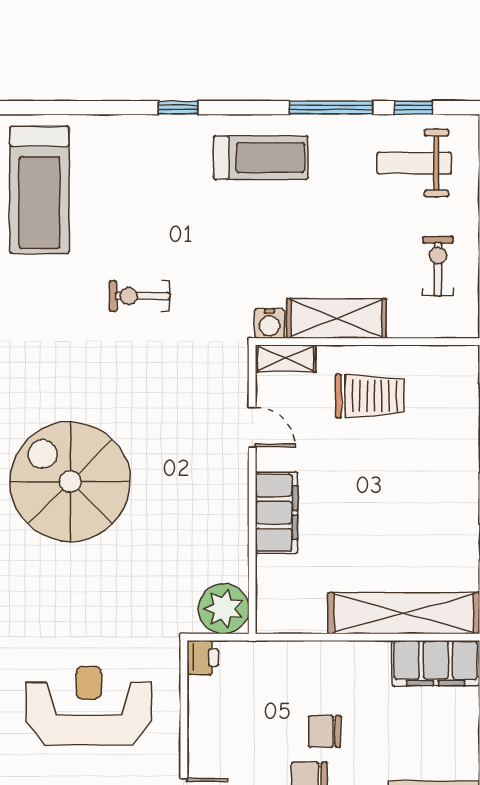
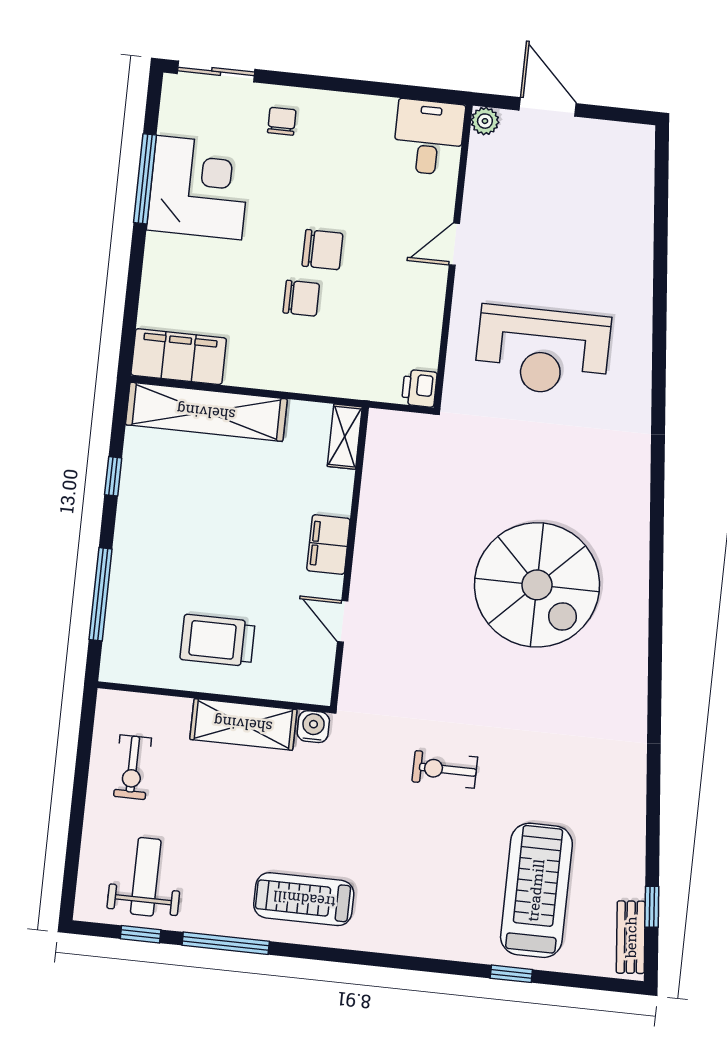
window: (178, 108) -> (511, 974), moved
weight bench: (414, 163) -> (146, 877), turned -90
exercise bike: (139, 296) -> (445, 769), turned 180
shelving: (286, 358) -> (345, 437), moved, turned 90
filing cabinet: (277, 513) -> (328, 545), width x0.67, depth x0.86
plant: (224, 609) -> (392, 436), removed

